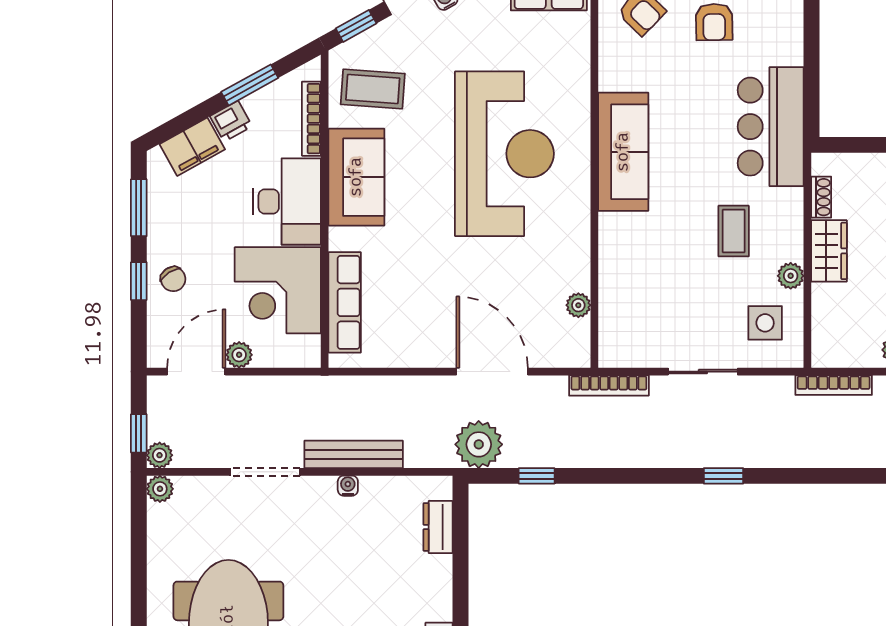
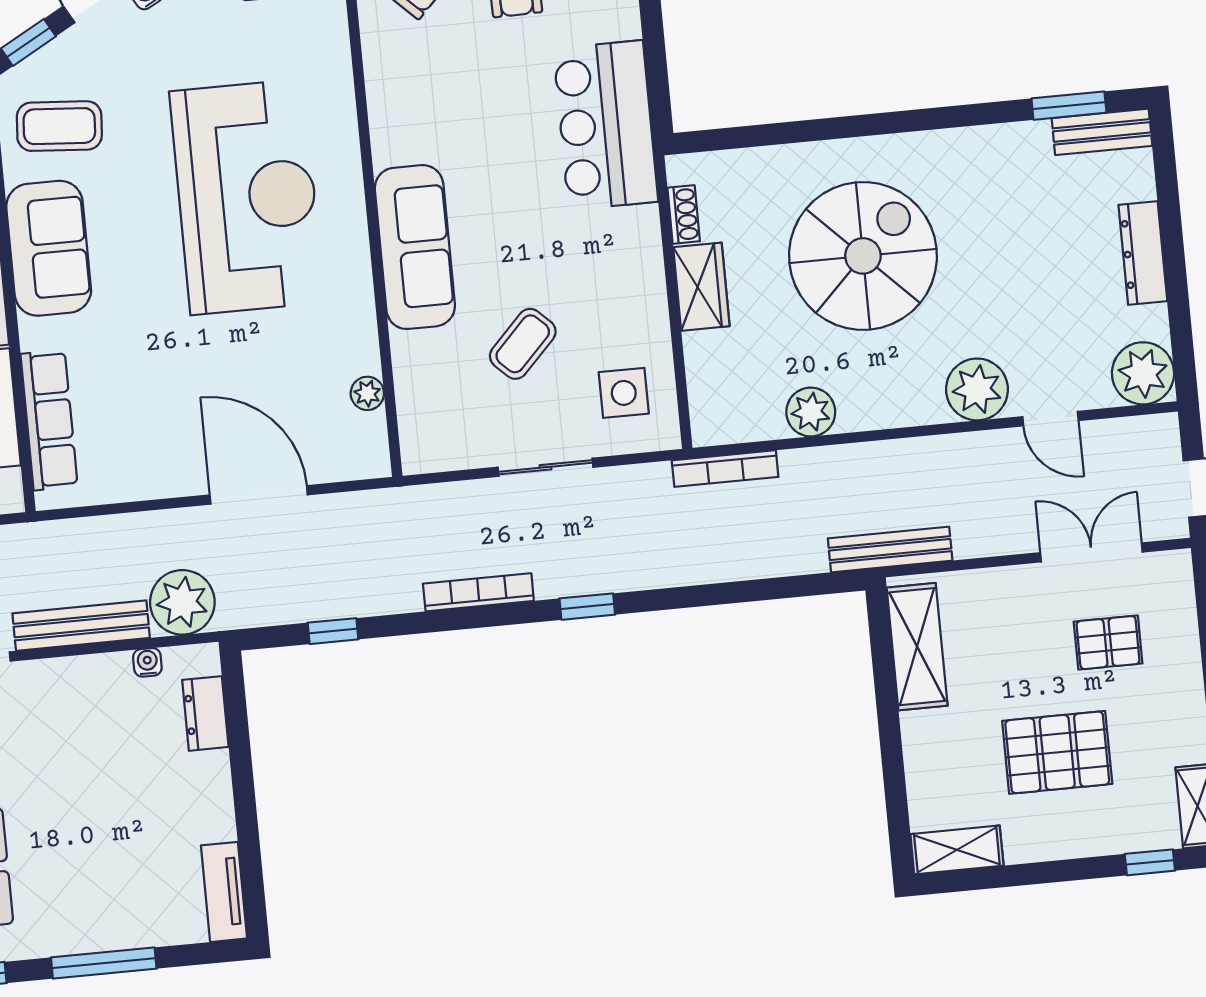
sofa: (623, 152) -> (415, 247), moved
coffee table: (734, 231) -> (523, 344), moved, turned 44
plant: (791, 276) -> (652, 325), removed
bookcase: (609, 385) -> (478, 592), moved, turned 180
plant: (479, 444) -> (182, 602), moved
water cooler: (348, 486) -> (147, 662), moved

